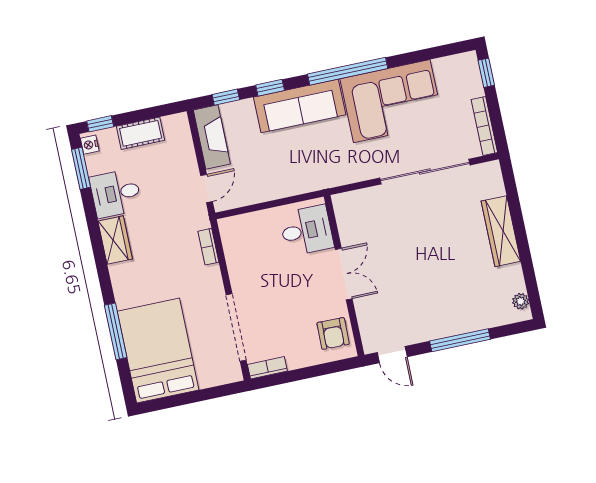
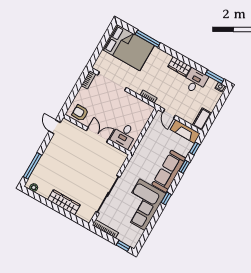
window: (348, 71) -> (166, 199), width x0.32
window: (100, 124) -> (224, 97), removed
cot: (141, 133) -> (202, 119), moved
double door: (344, 274) -> (97, 135), swing flipped
window: (460, 340) -> (32, 166), moved
door: (392, 355) -> (55, 127), hinge flipped

